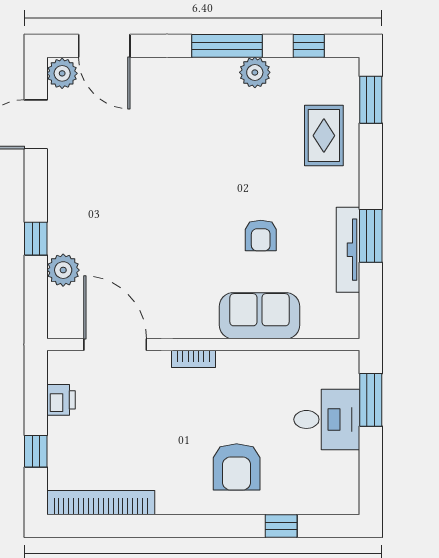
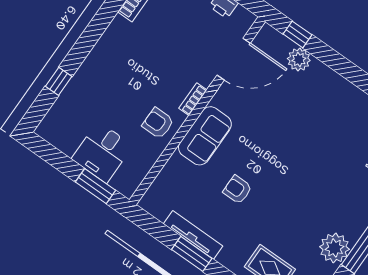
plant: (255, 72) -> (334, 248), width x1.36, depth x1.36
window: (36, 239) -> (297, 34), moved
sofa: (259, 316) -> (205, 136), moved
armchair: (237, 467) -> (158, 123), moved, width x0.72, depth x0.72

